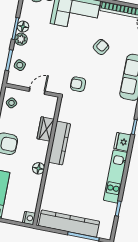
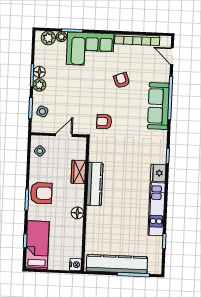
armchair: (101, 47) -> (122, 80), turned -53

